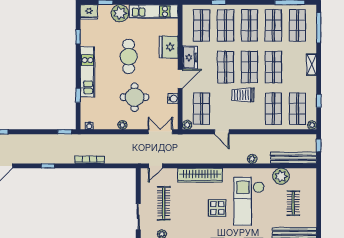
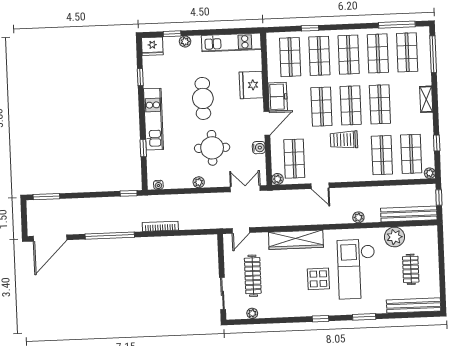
plant: (120, 13) -> (185, 42), width x0.53, depth x0.53
window: (48, 166) -> (110, 236), width x3.17

